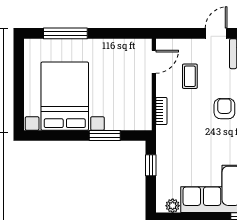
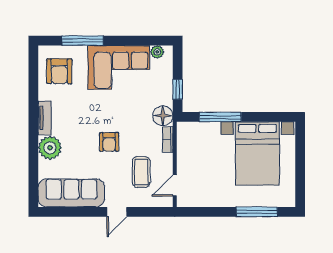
coffee table: (190, 76) -> (141, 172), width x1.36, depth x1.30
window: (105, 136) -> (220, 117), width x1.44
floor lamp: (167, 137) -> (163, 116), added

